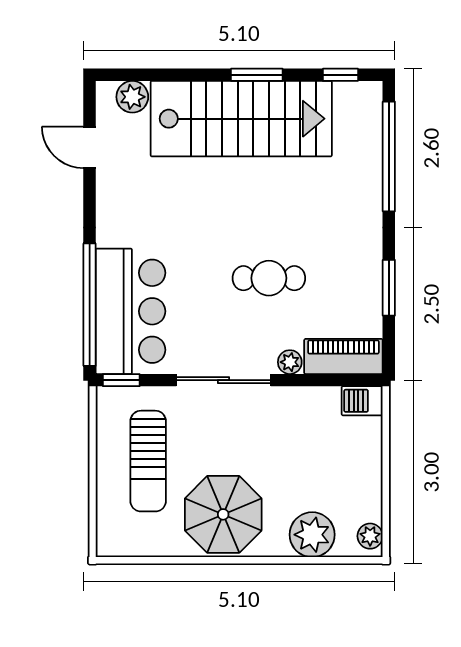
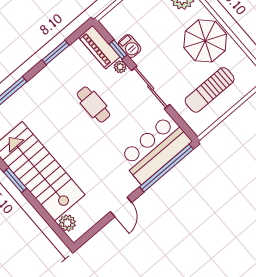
door: (90, 147) -> (121, 207), moved
window: (121, 380) -> (118, 49), moved
barbecue: (362, 401) -> (130, 46), moved
sun lounger: (148, 461) -> (210, 90), turned 180

